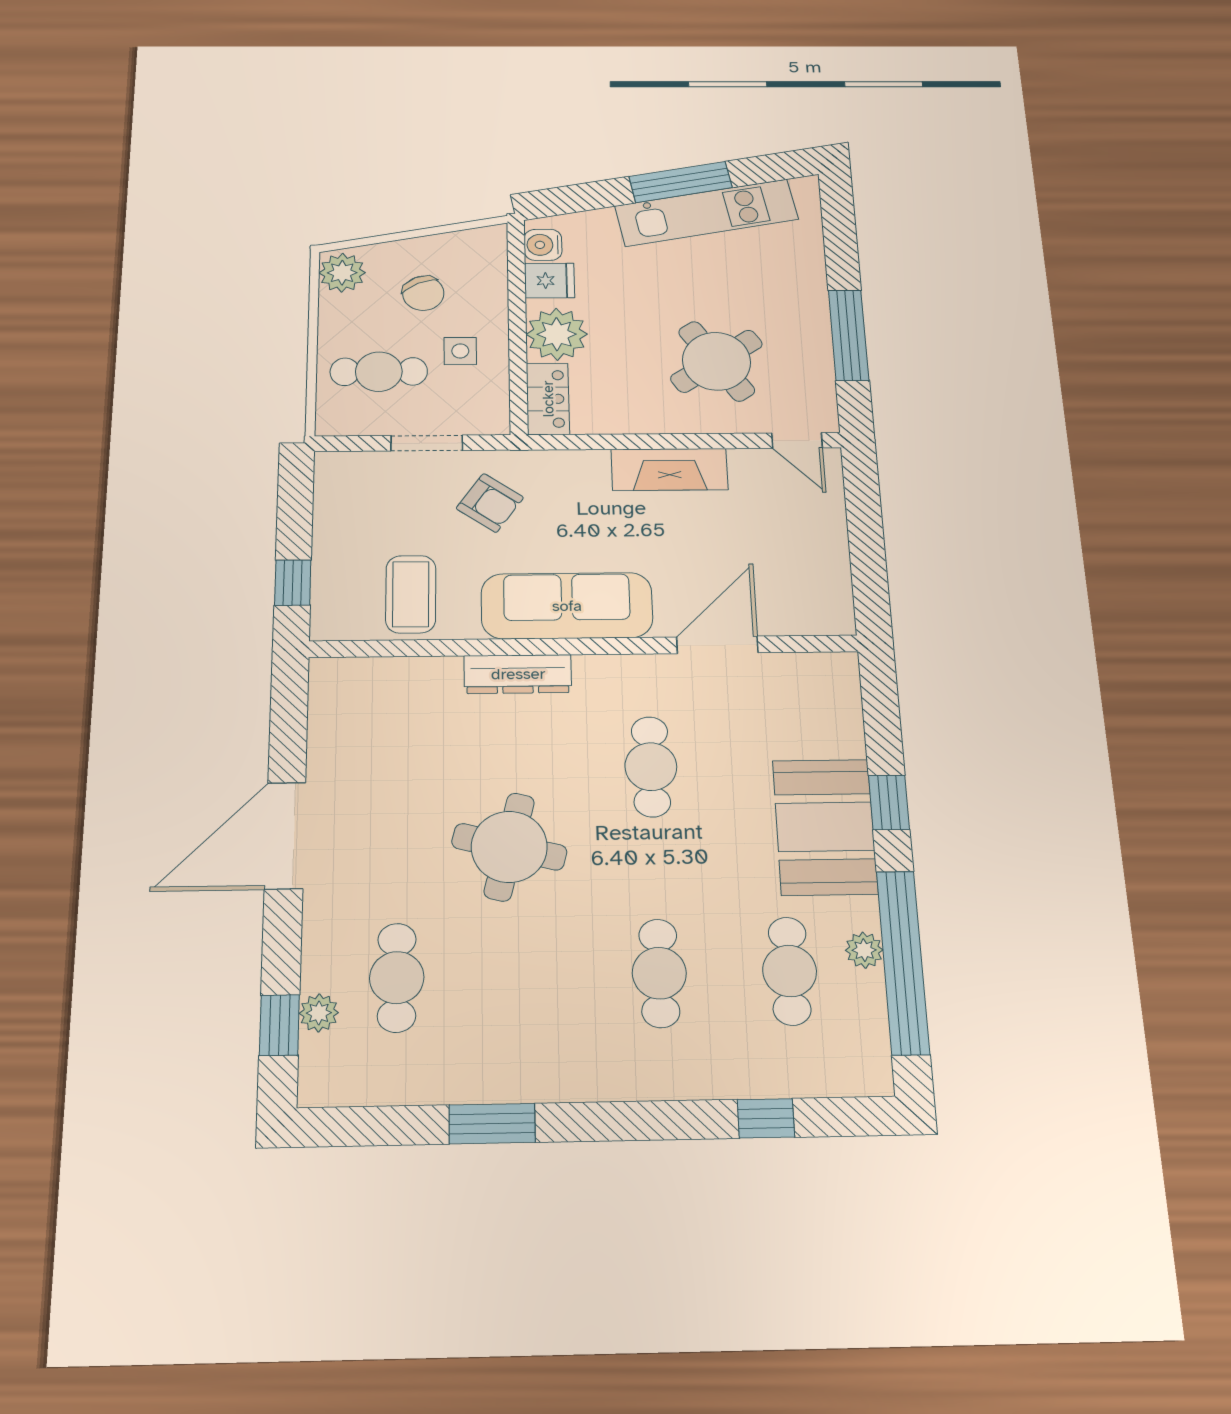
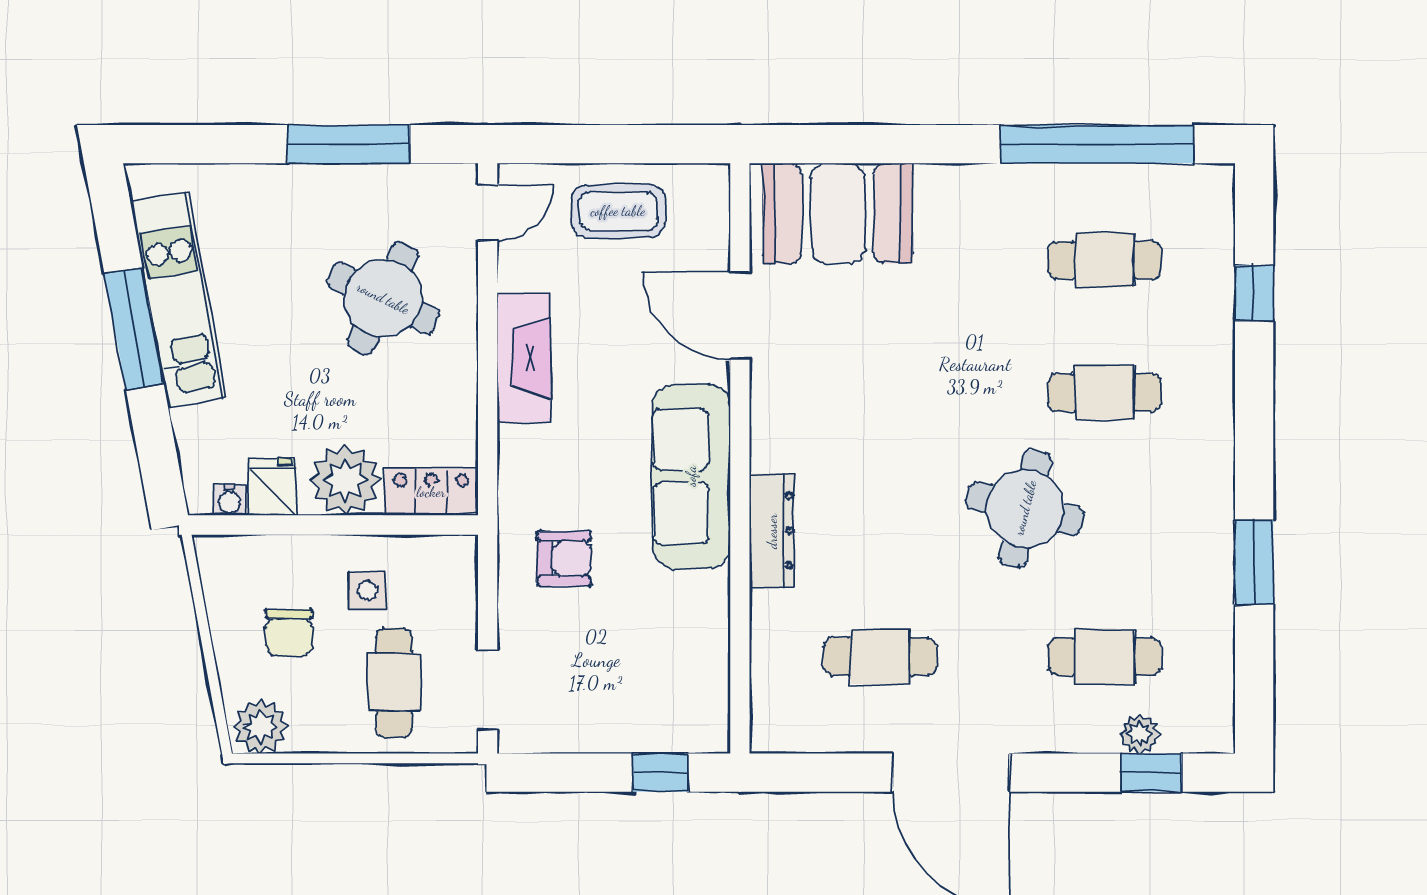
water cooler: (543, 245) -> (229, 500), width x0.72, depth x0.72
chair: (423, 293) -> (289, 633), turned 114
round table: (717, 361) -> (383, 298), turned -30
doorway: (427, 443) -> (488, 690), moved
armchair: (490, 503) -> (564, 559), turned 55
coffee table: (411, 594) -> (618, 211), moved
cafe table: (651, 767) -> (880, 657), moved
window: (889, 802) -> (924, 144), removed
booth: (825, 827) -> (838, 213), moved
round table: (509, 847) -> (1025, 508), moved
plant: (864, 950) -> (1084, 183), removed

